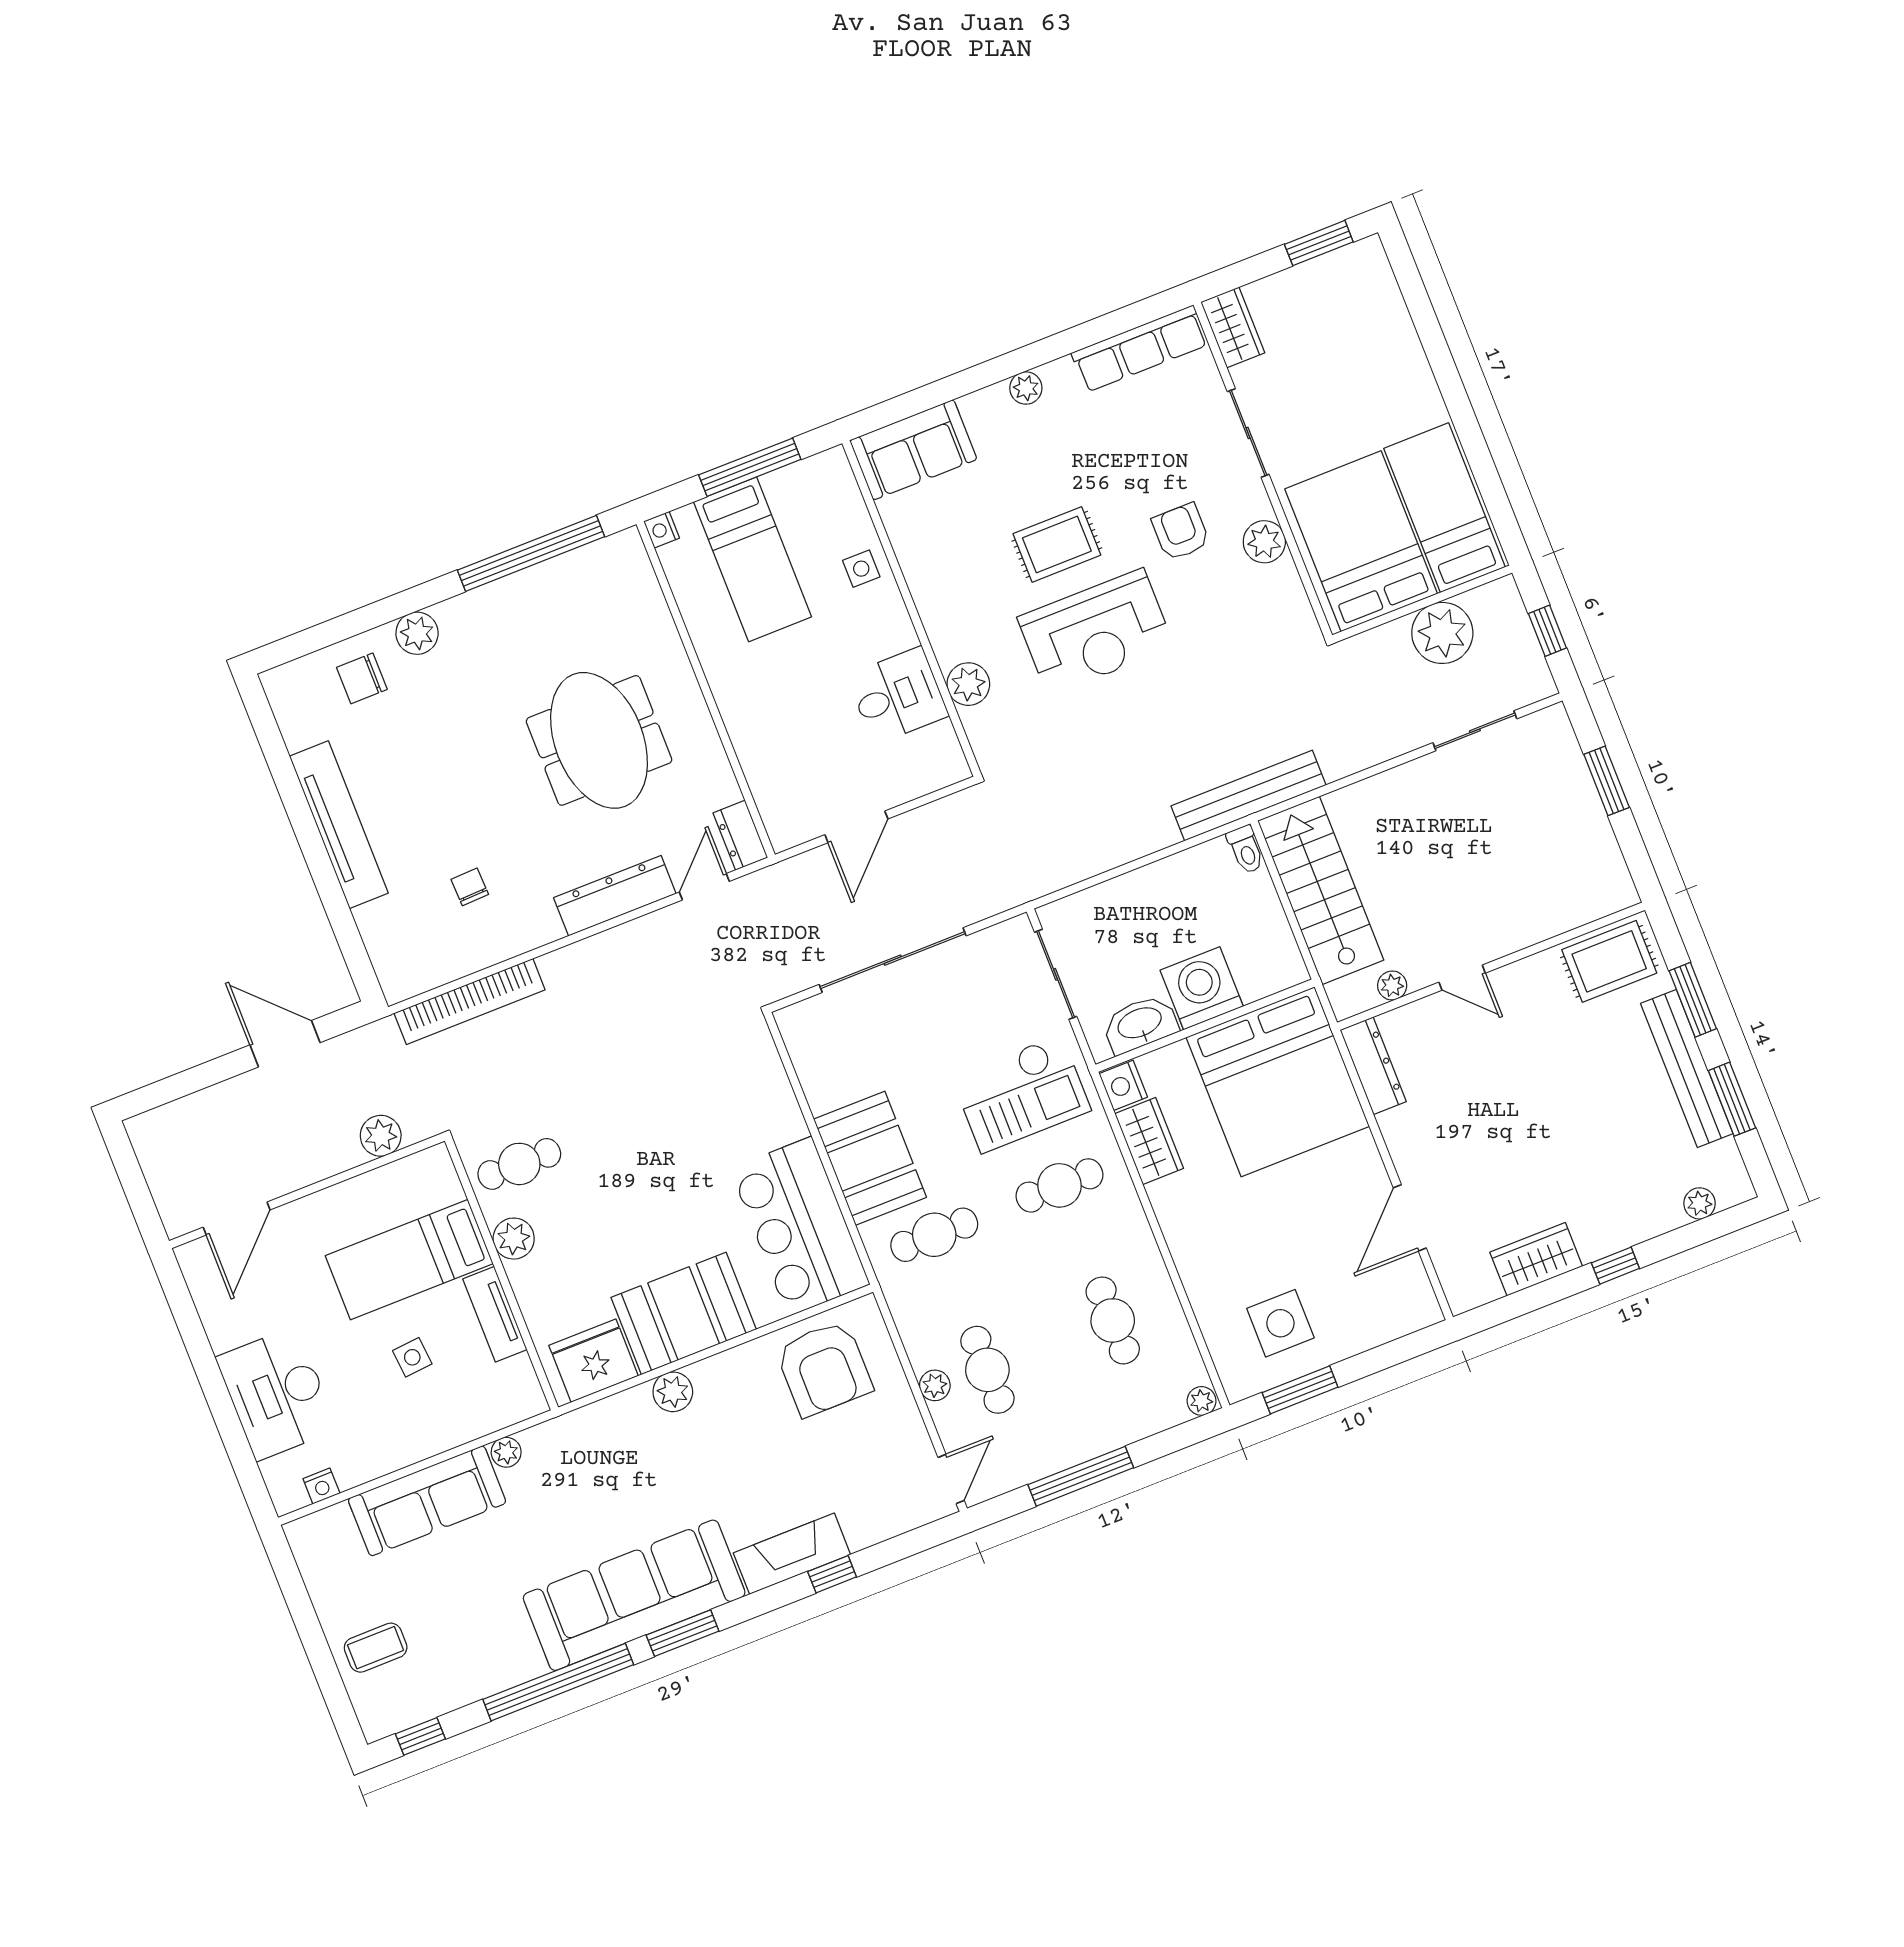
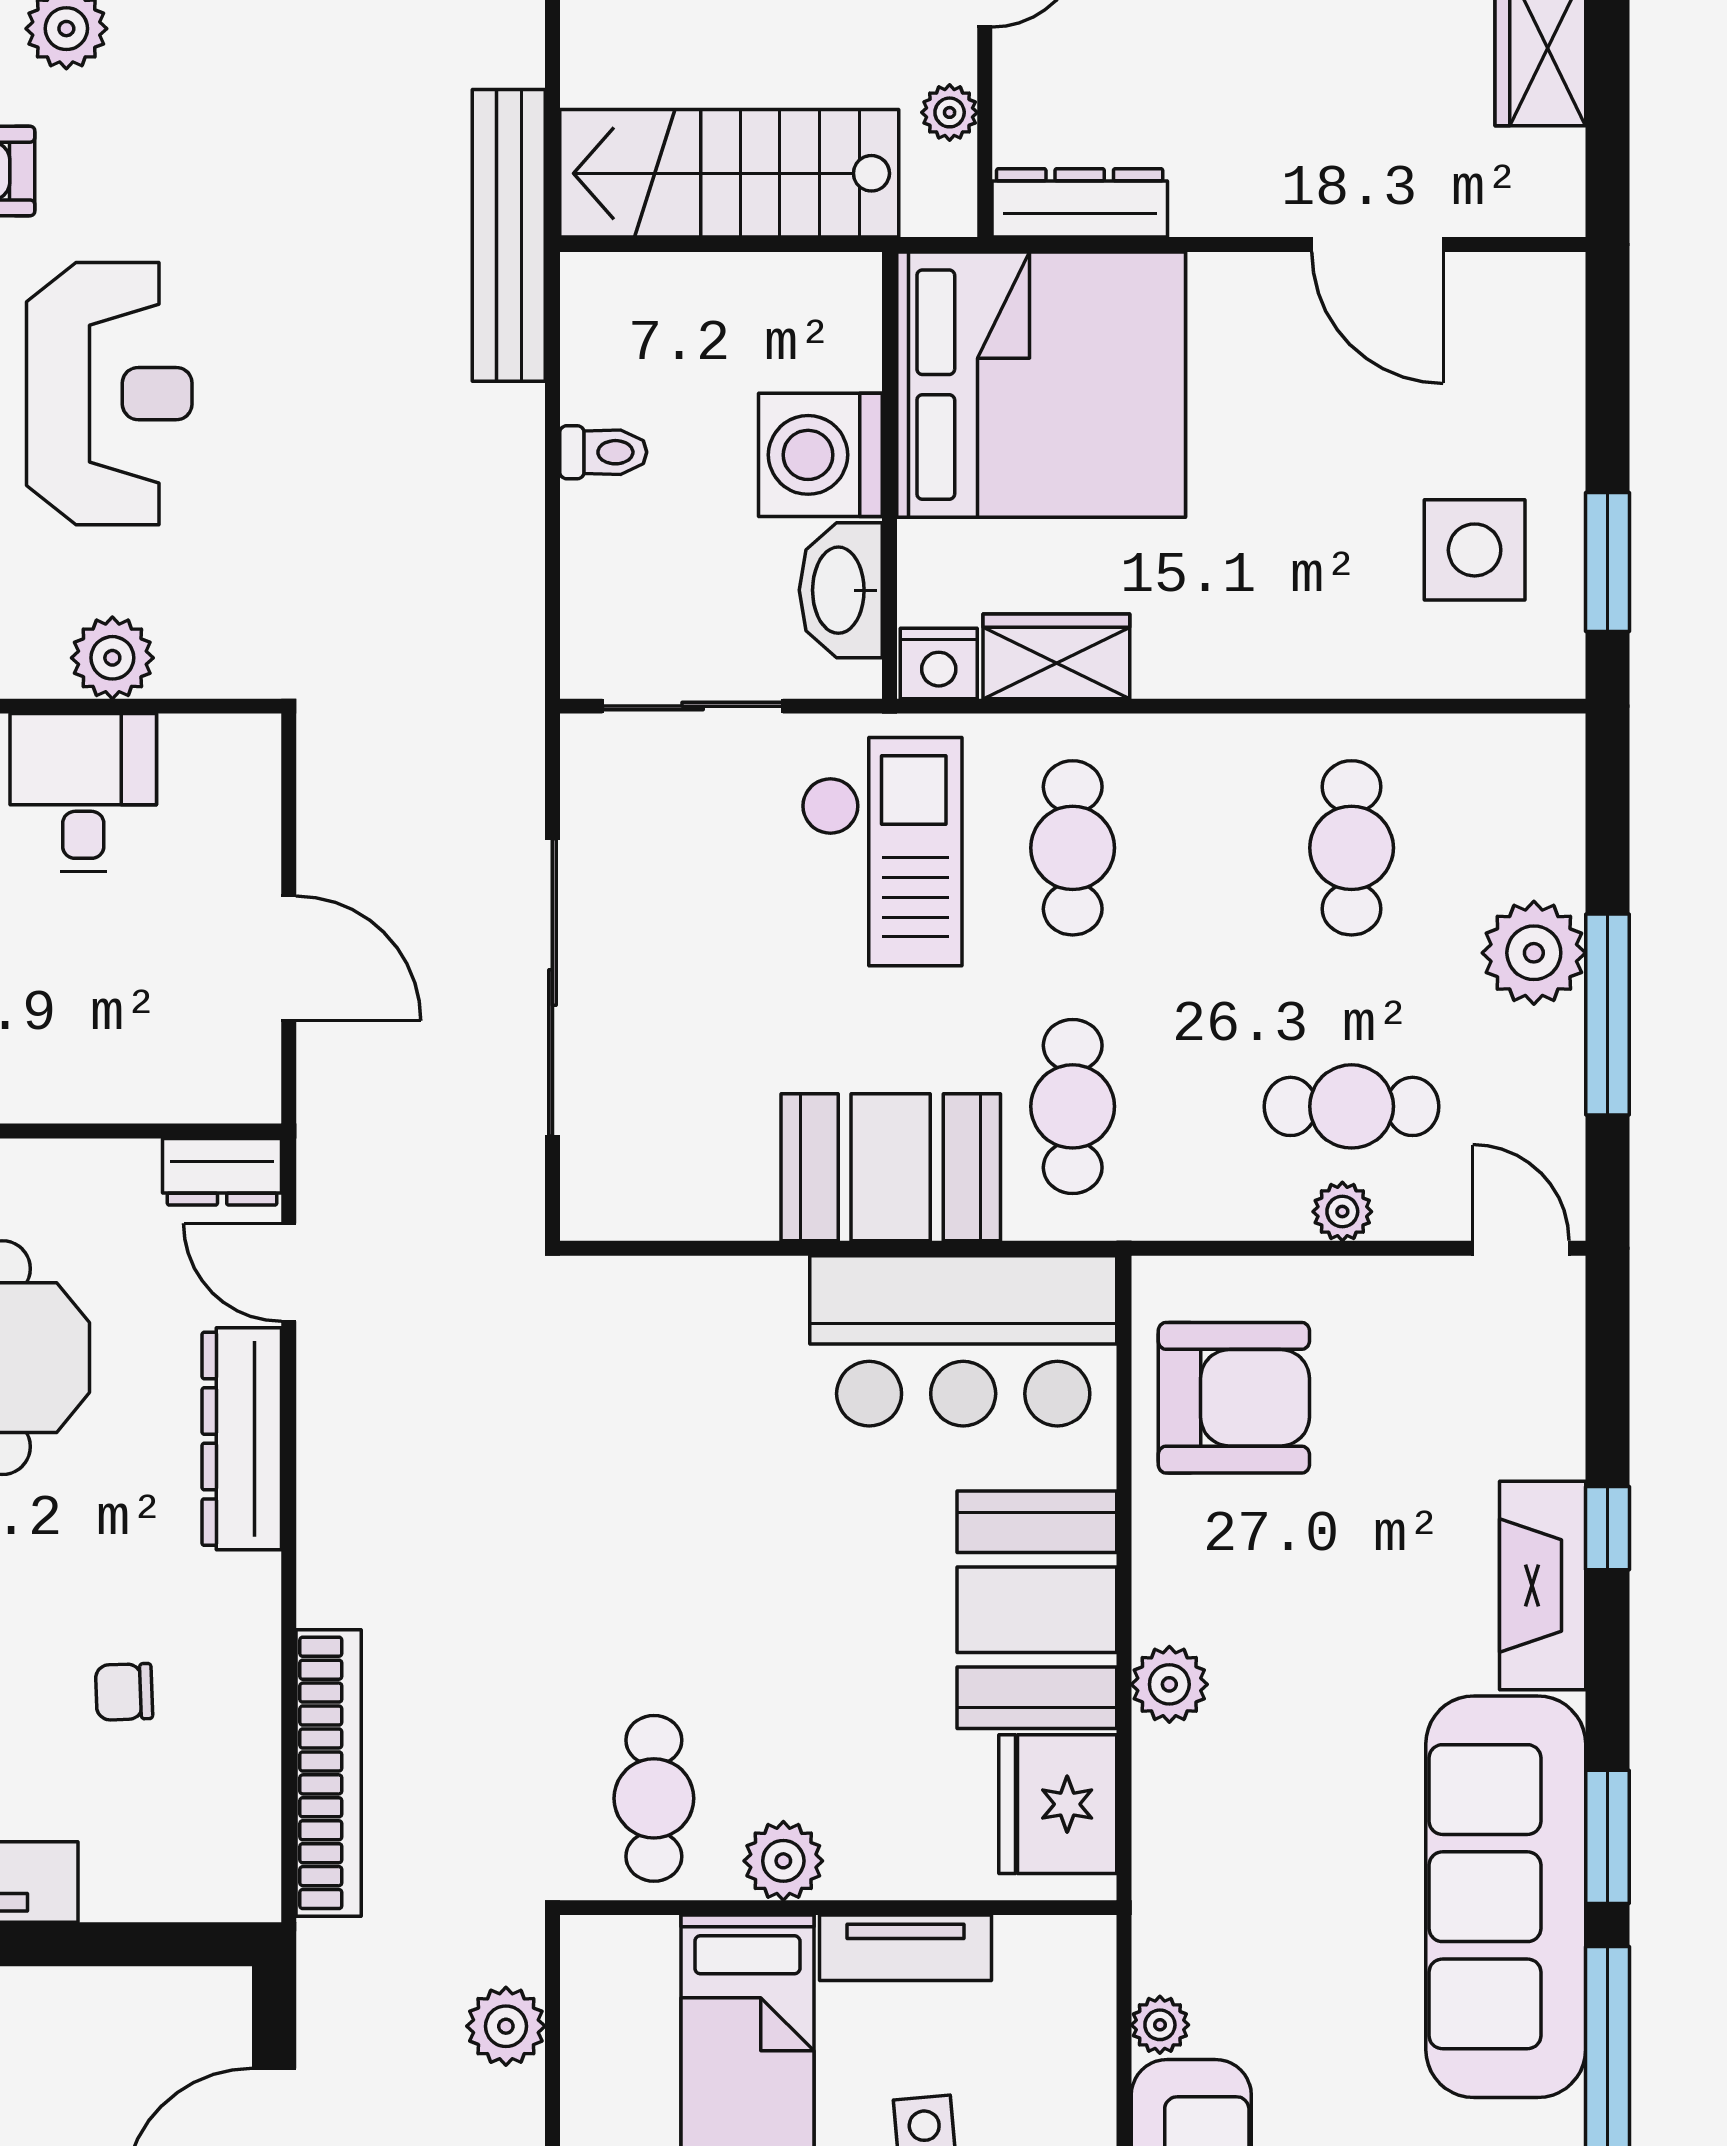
toilet: (1246, 849) -> (603, 452), moved
cafe table: (1113, 1320) -> (1352, 848), turned 90
plant: (1202, 1401) -> (1534, 953), moved, width x1.87, depth x1.87

